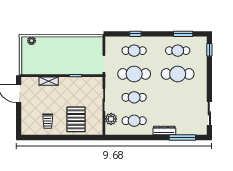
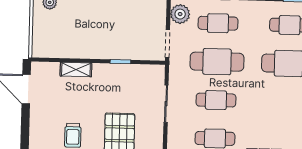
plant: (111, 119) -> (180, 14), moved

